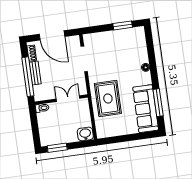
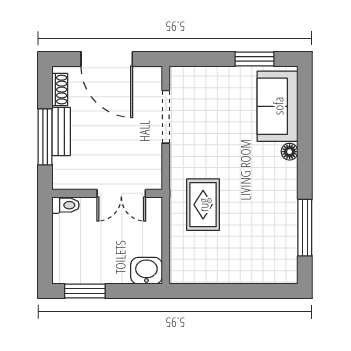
window: (28, 77) -> (45, 137), width x0.68
double door: (68, 99) -> (121, 193), swing flipped
rug: (108, 99) -> (203, 205), width x0.73, depth x0.70
sofa: (146, 109) -> (278, 106), moved, width x0.73

